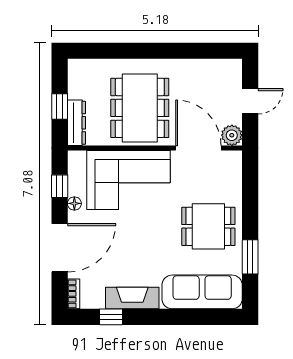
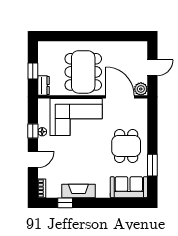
dresser: (76, 123) -> (44, 86), width x0.70
window: (60, 186) -> (33, 131), moved
dining table: (208, 226) -> (126, 146), turned 90
door: (60, 248) -> (33, 160), width x0.53
sofa: (202, 292) -> (129, 187), width x0.73

